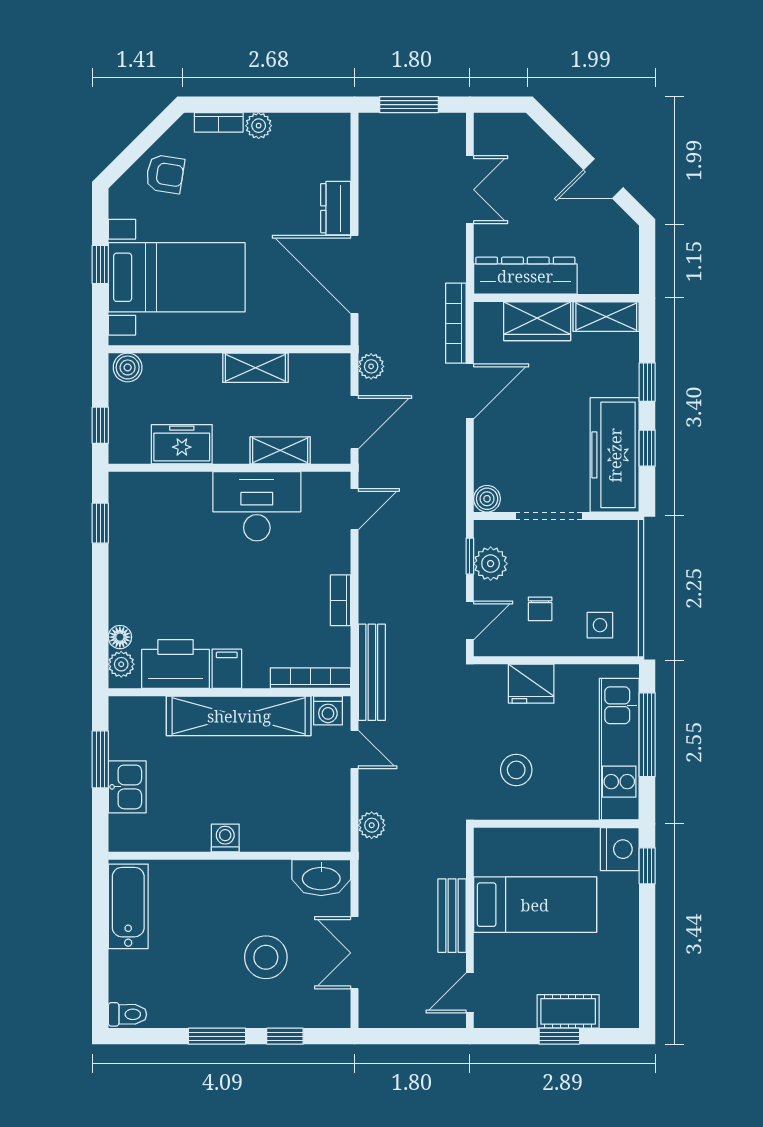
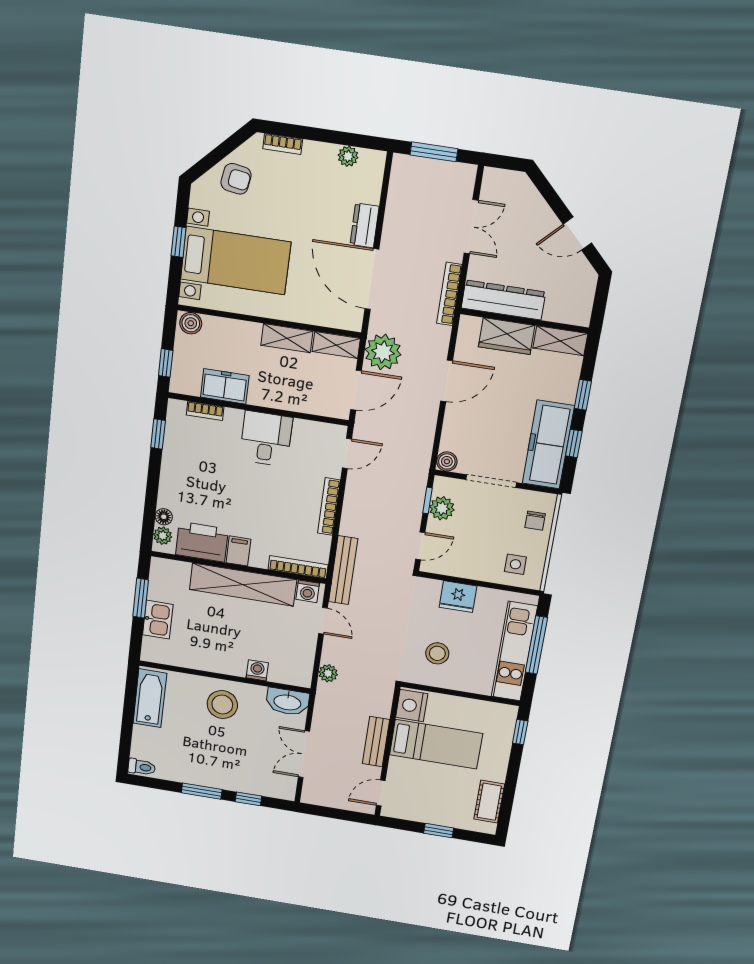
plant: (259, 126) -> (348, 156), moved
bookcase: (456, 323) -> (449, 294), moved
plant: (371, 366) -> (383, 352), width x1.88, depth x1.88
shelving: (280, 450) -> (336, 345), moved
bookcase: (160, 481) -> (205, 411), added
desk: (257, 506) -> (266, 439), width x0.73
bookcase: (341, 600) -> (329, 507), width x1.56
chair: (540, 609) -> (535, 521), moved
washing machine: (225, 838) -> (257, 670), moved
nightstand: (620, 849) -> (412, 706), moved, turned 180
stool: (266, 957) -> (222, 705), moved
cot: (568, 1011) -> (489, 802), moved, turned 90

